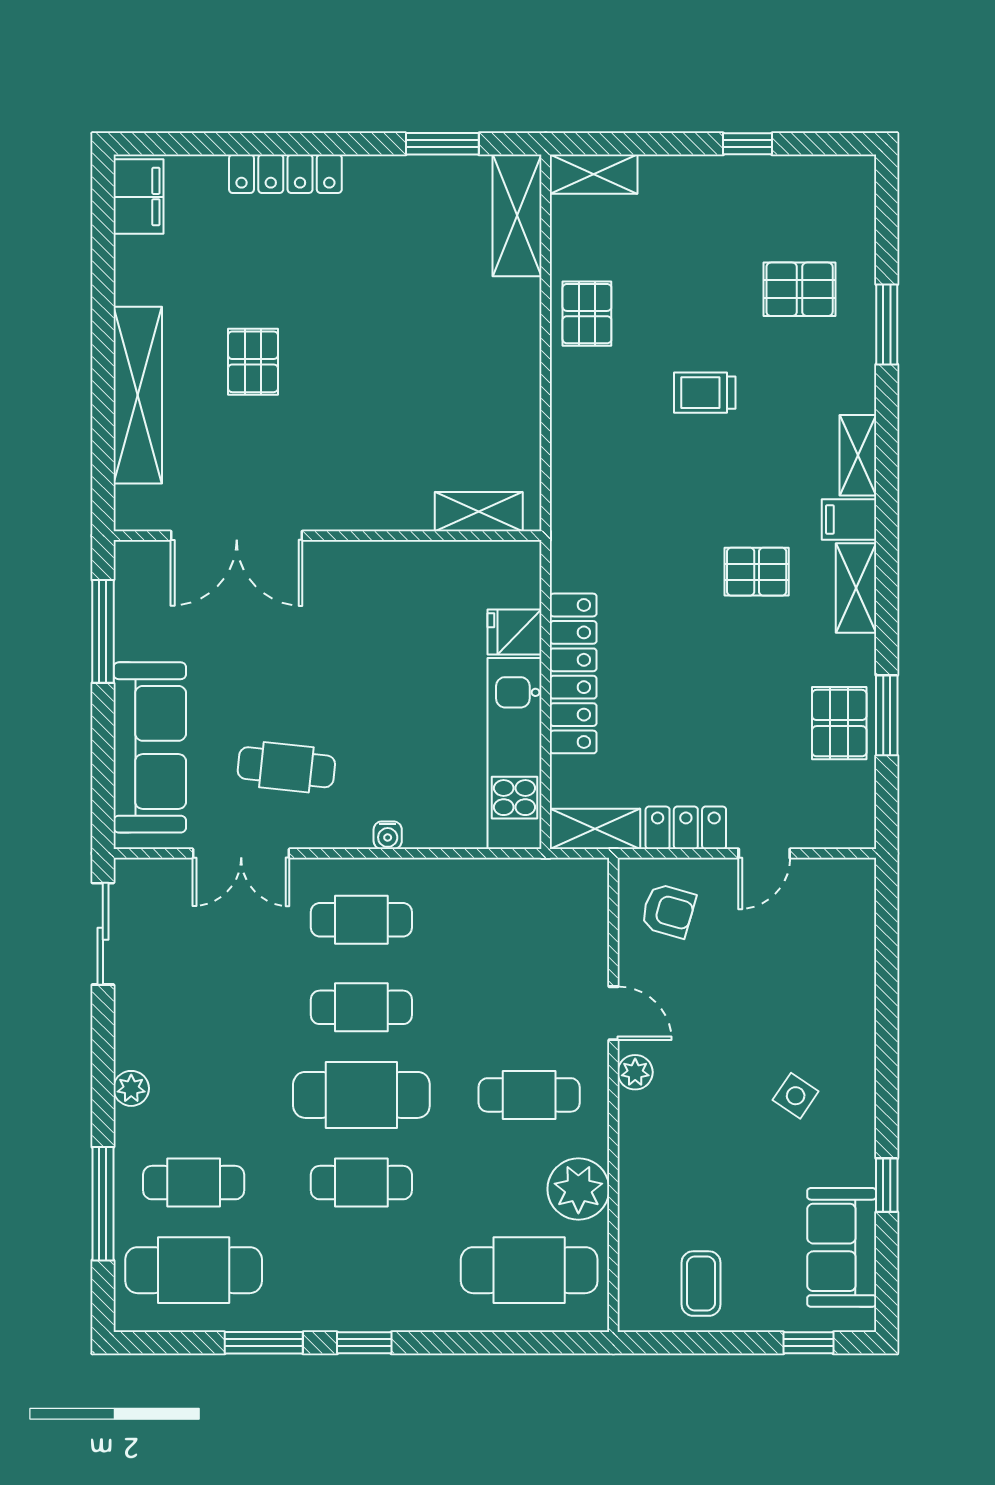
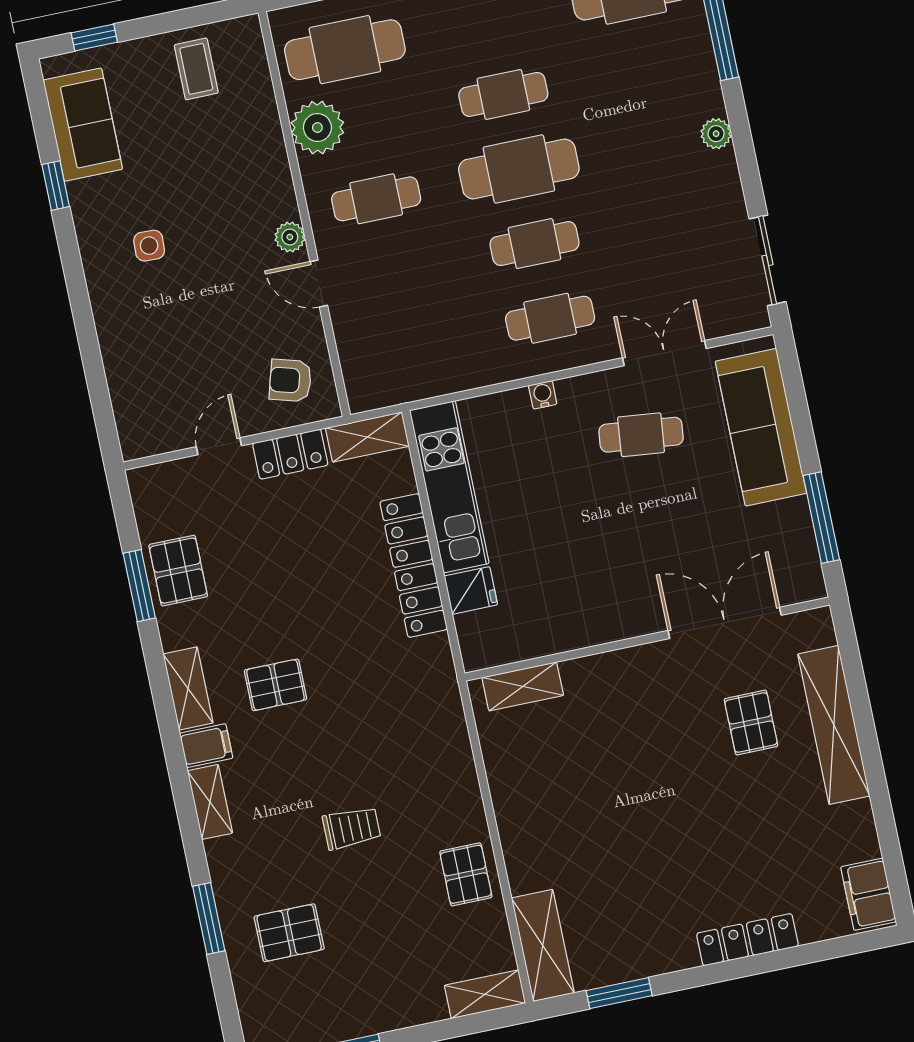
pallet: (253, 362) -> (751, 723), moved
side table: (796, 1096) -> (149, 246), turned -32
cafe table: (194, 1183) -> (646, 65), removed

